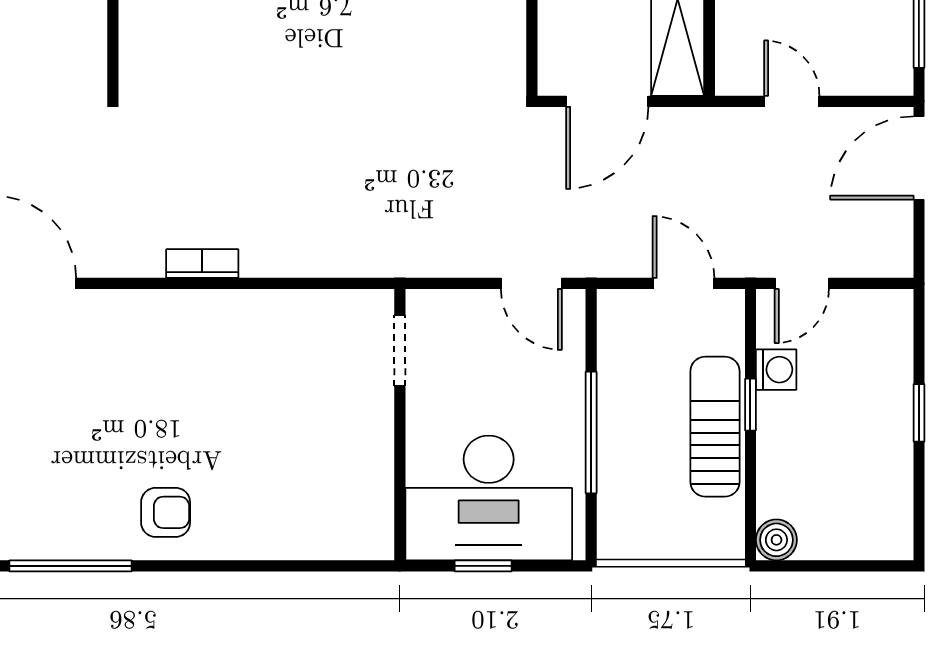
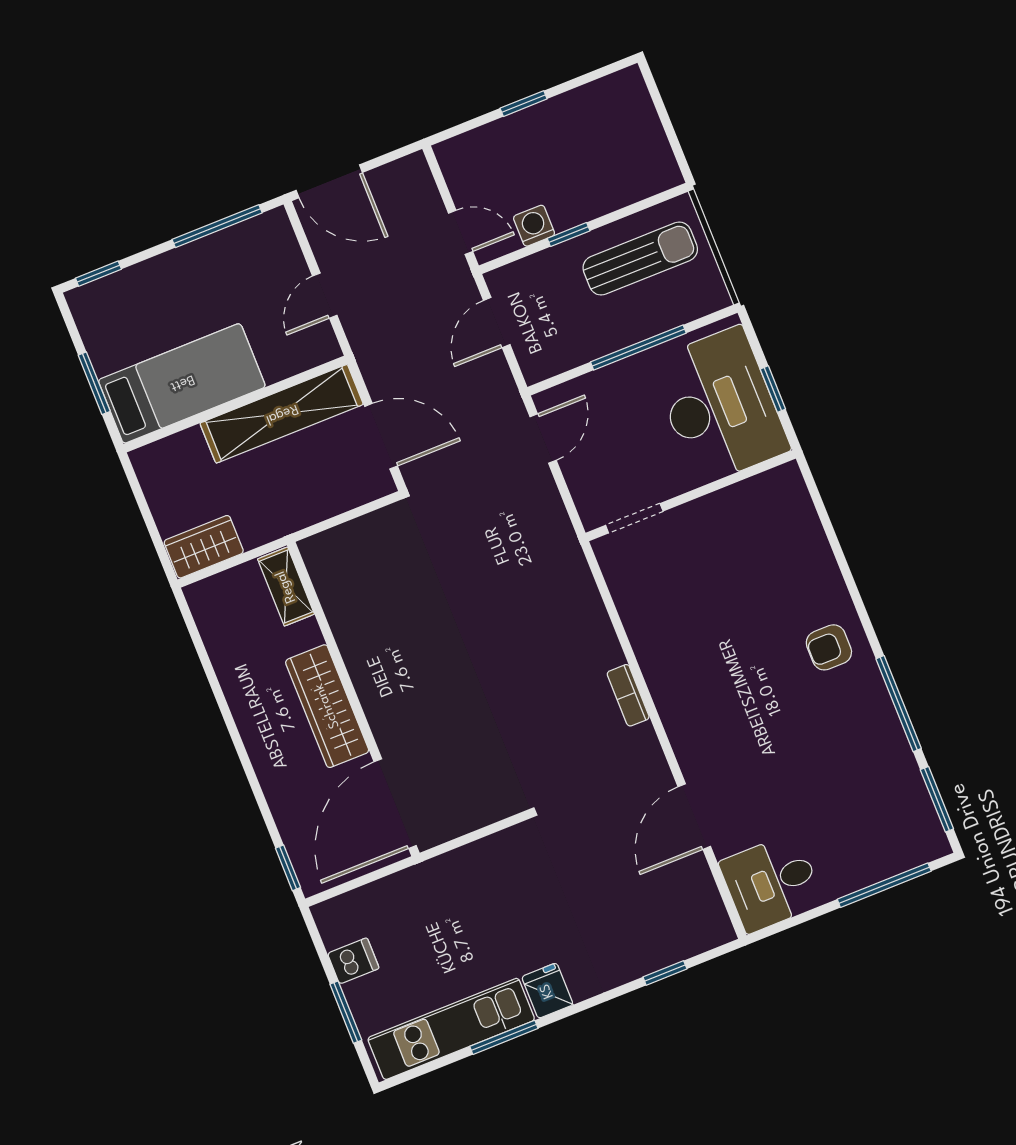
sun lounger: (715, 427) -> (640, 259), moved, turned 180
armchair: (166, 512) -> (829, 647), turned -90
boiler: (776, 540) -> (664, 174), removed

